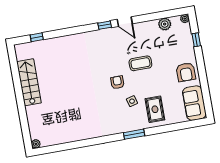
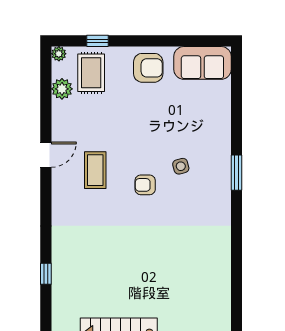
window: (105, 25) -> (46, 189), removed
window: (37, 37) -> (46, 274), moved
coffee table: (140, 63) -> (95, 170), moved
rug: (155, 109) -> (91, 73), moved, turned 90

